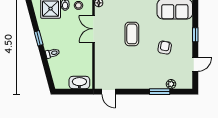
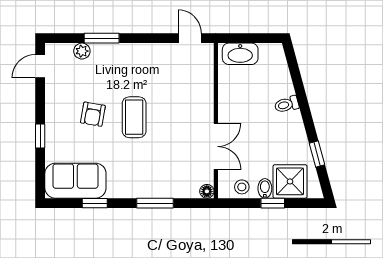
coffee table: (132, 34) -> (134, 117), moved
window: (39, 38) -> (317, 154), moved
door: (195, 64) -> (40, 66), moved

